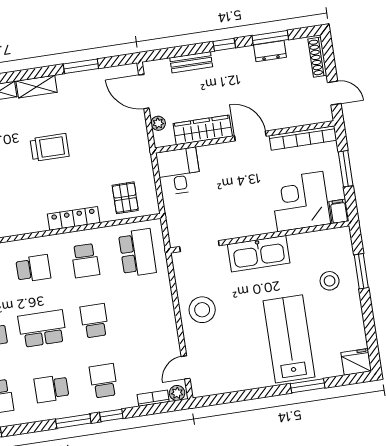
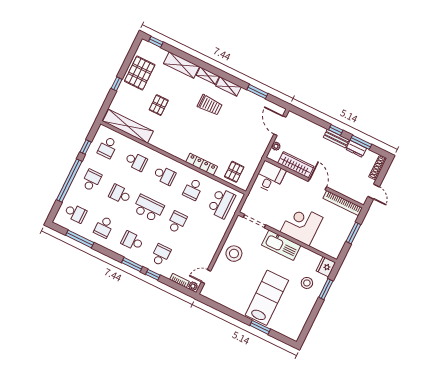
bench: (191, 62) -> (336, 139), moved
trolley: (50, 147) -> (210, 105), moved
corner desk: (300, 201) -> (302, 225), moved
filing cabinet: (339, 211) -> (335, 252), removed
fridge: (356, 362) -> (326, 267), moved, turned -90

